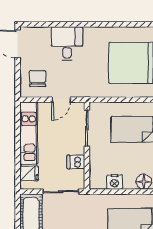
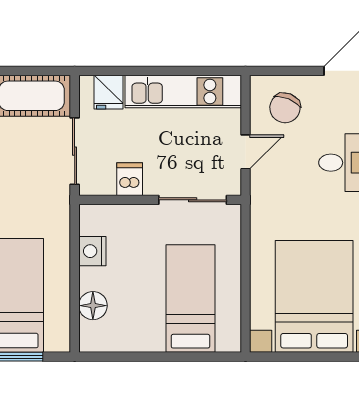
chair: (38, 79) -> (285, 108), turned 112
door: (61, 100) -> (245, 152), swing flipped

